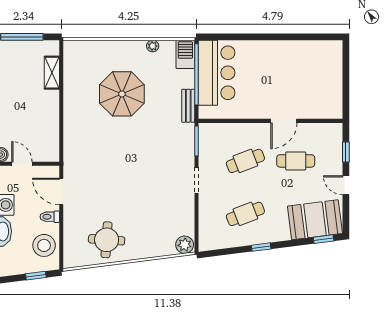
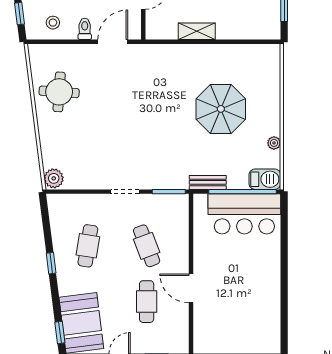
shelving: (52, 73) -> (197, 31), moved
cafe table: (245, 214) -> (88, 246), turned 30
stool: (44, 245) -> (53, 23), width x0.53, depth x0.53

